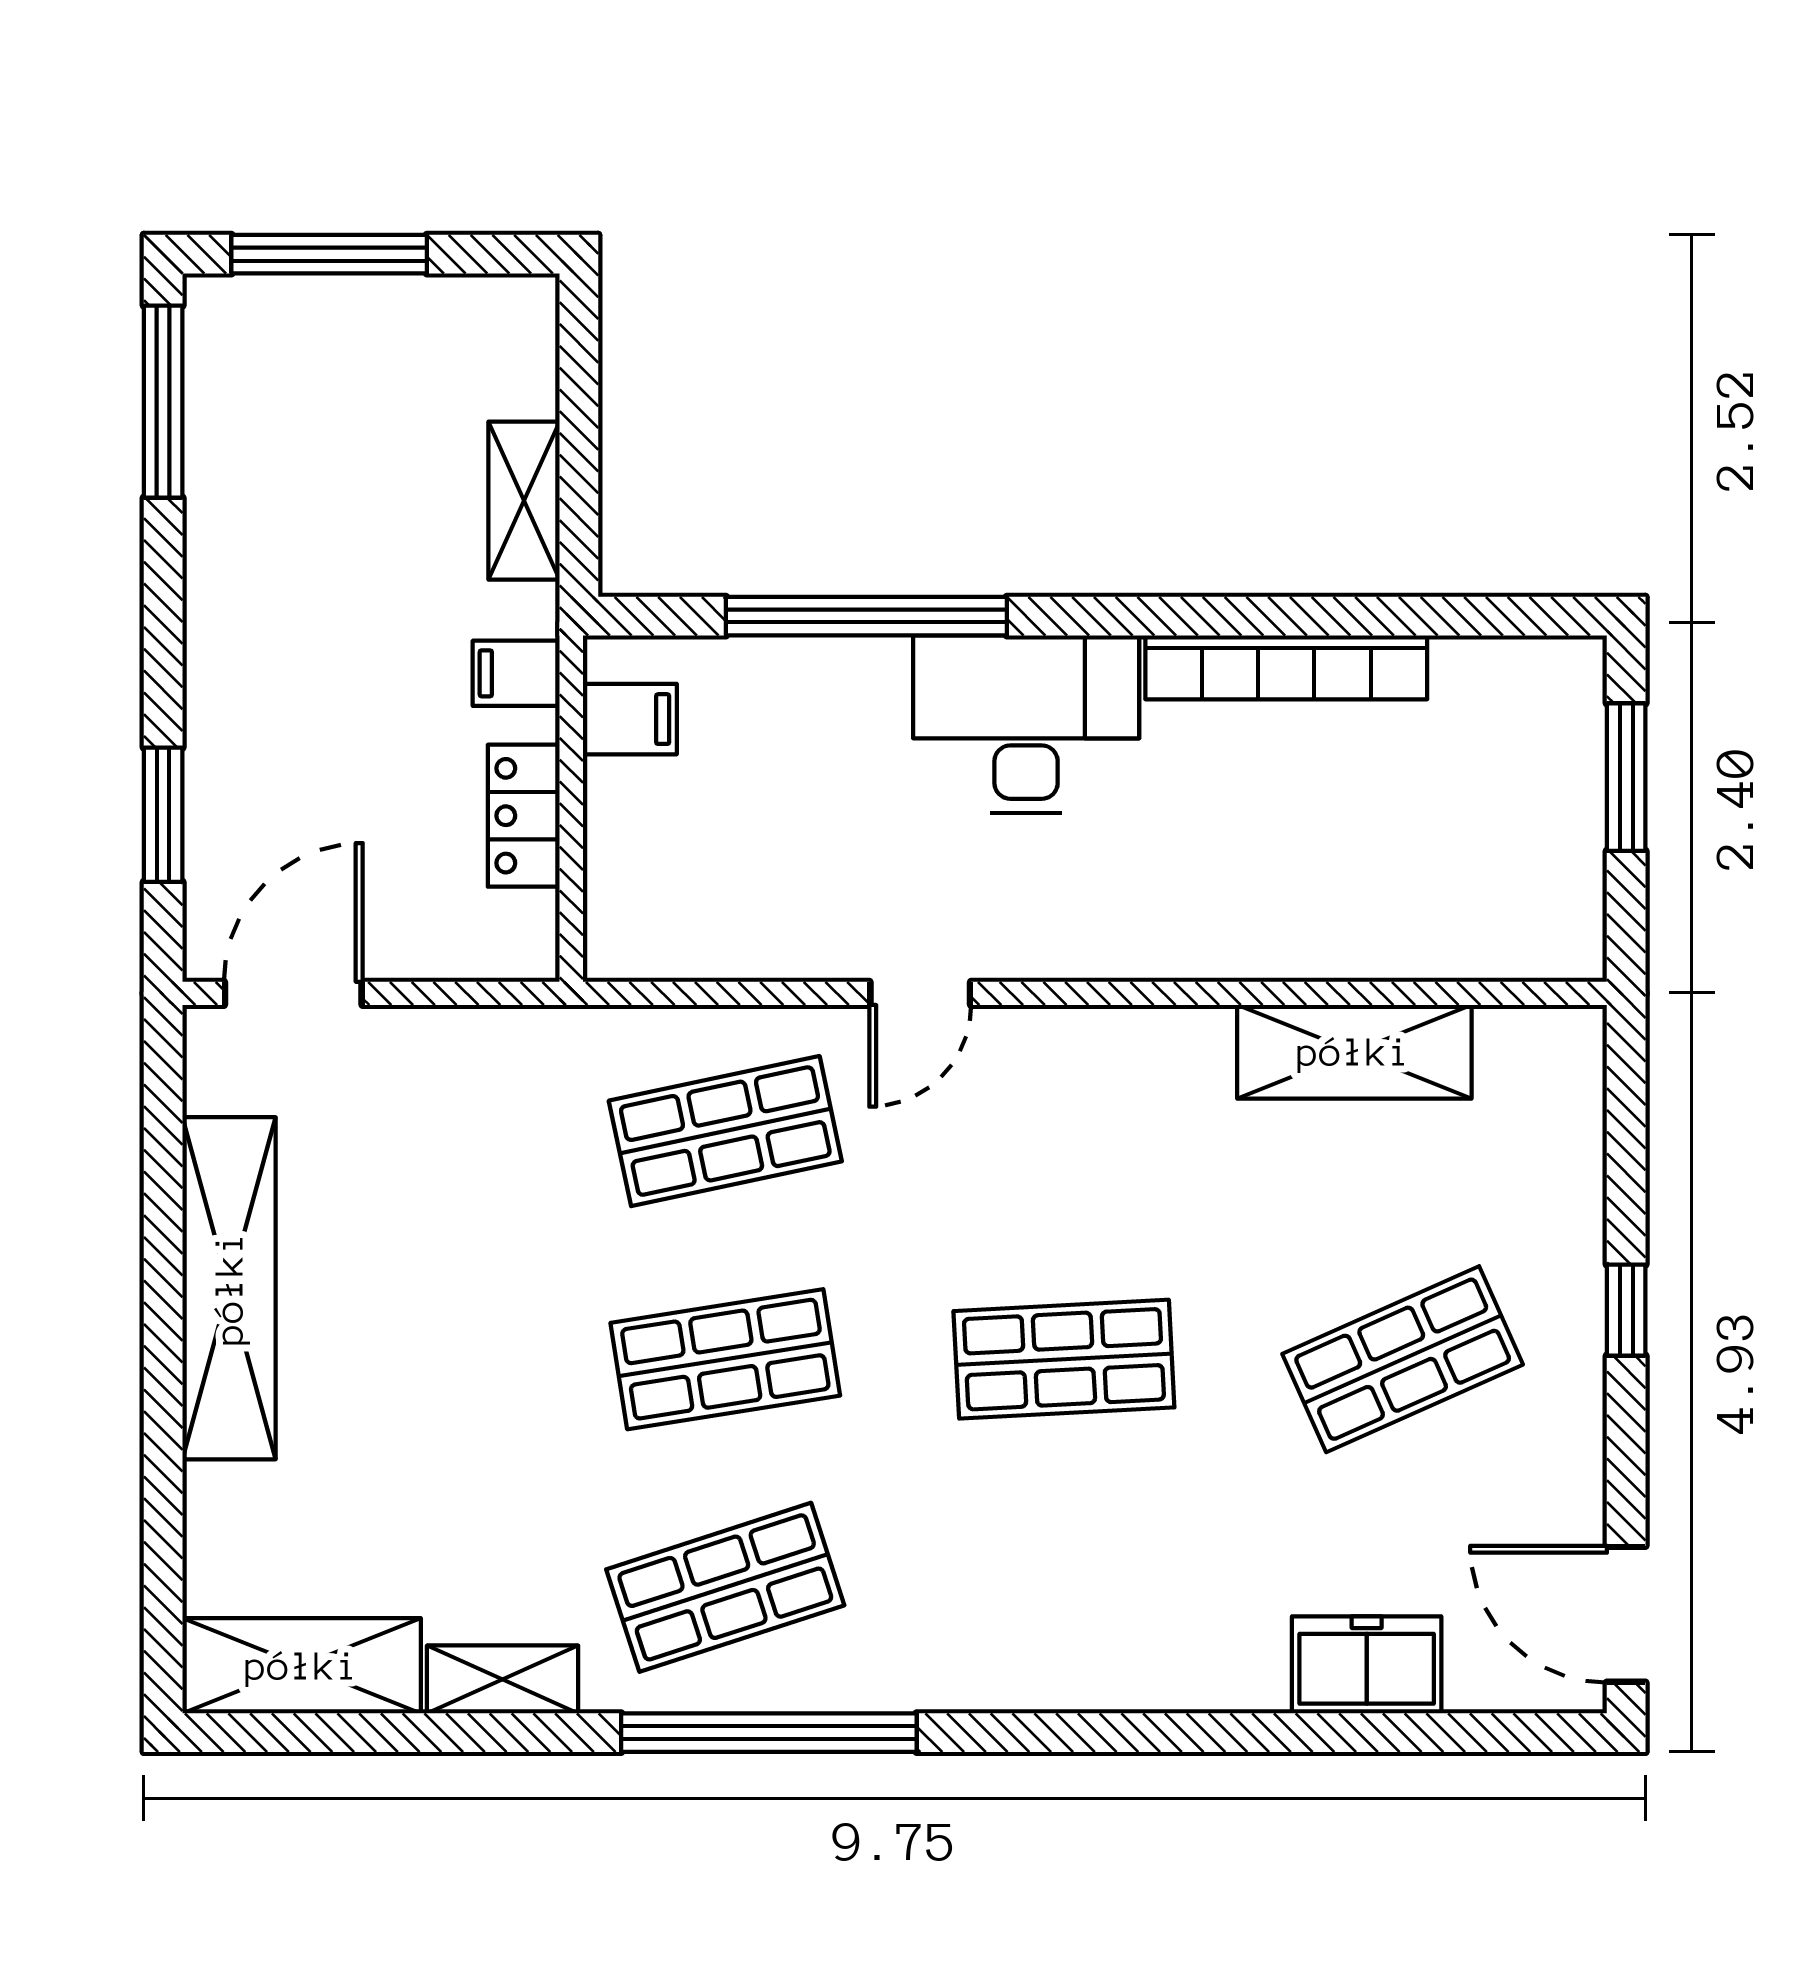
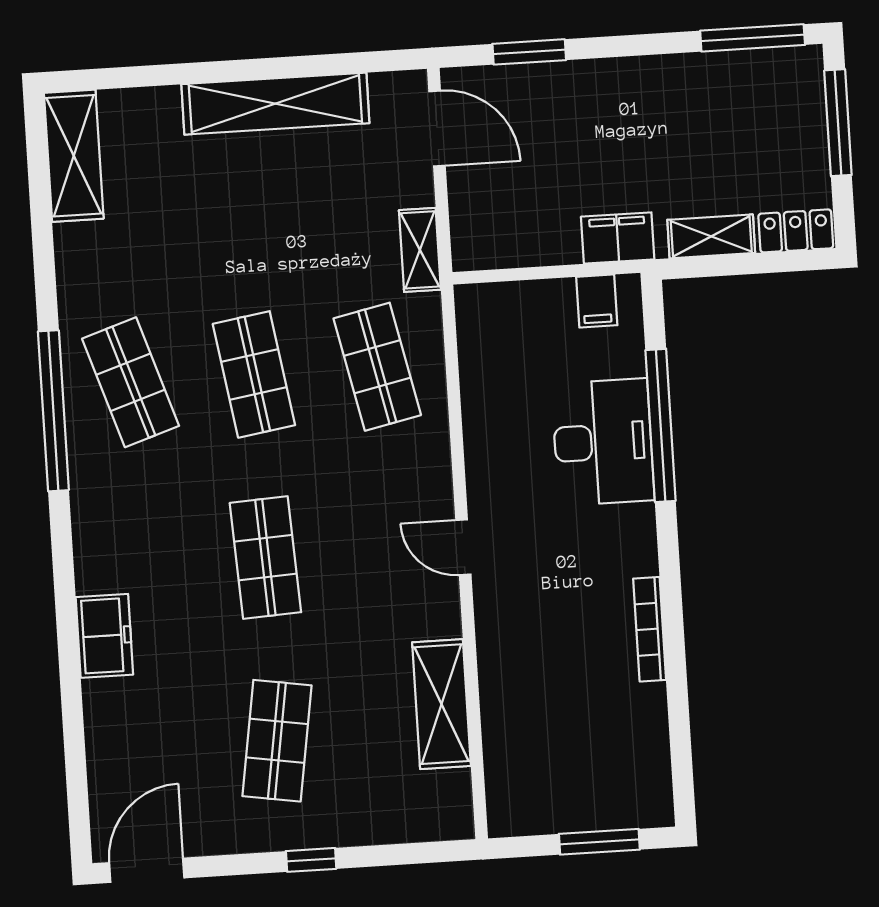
bookcase: (1286, 667) -> (650, 629), width x0.68, depth x0.76
filing cabinet: (516, 673) -> (618, 238), width x2.00
desk: (1026, 724) -> (603, 442), moved
locker: (524, 816) -> (796, 231), moved
door: (920, 993) -> (463, 547), moved
shop shelf: (1403, 1359) -> (277, 741), turned 33
freezer: (1367, 1665) -> (104, 636), moved
shelving: (503, 1679) -> (420, 250), moved

